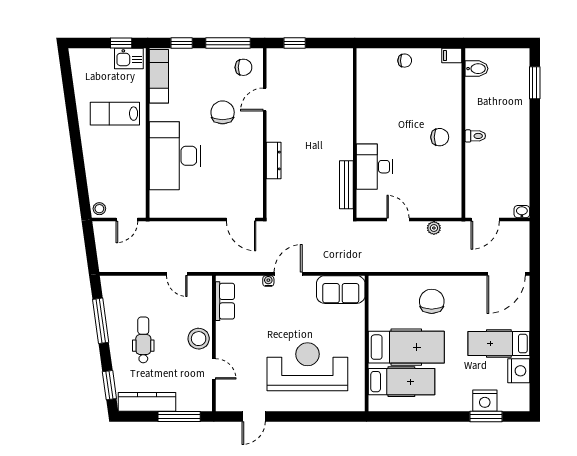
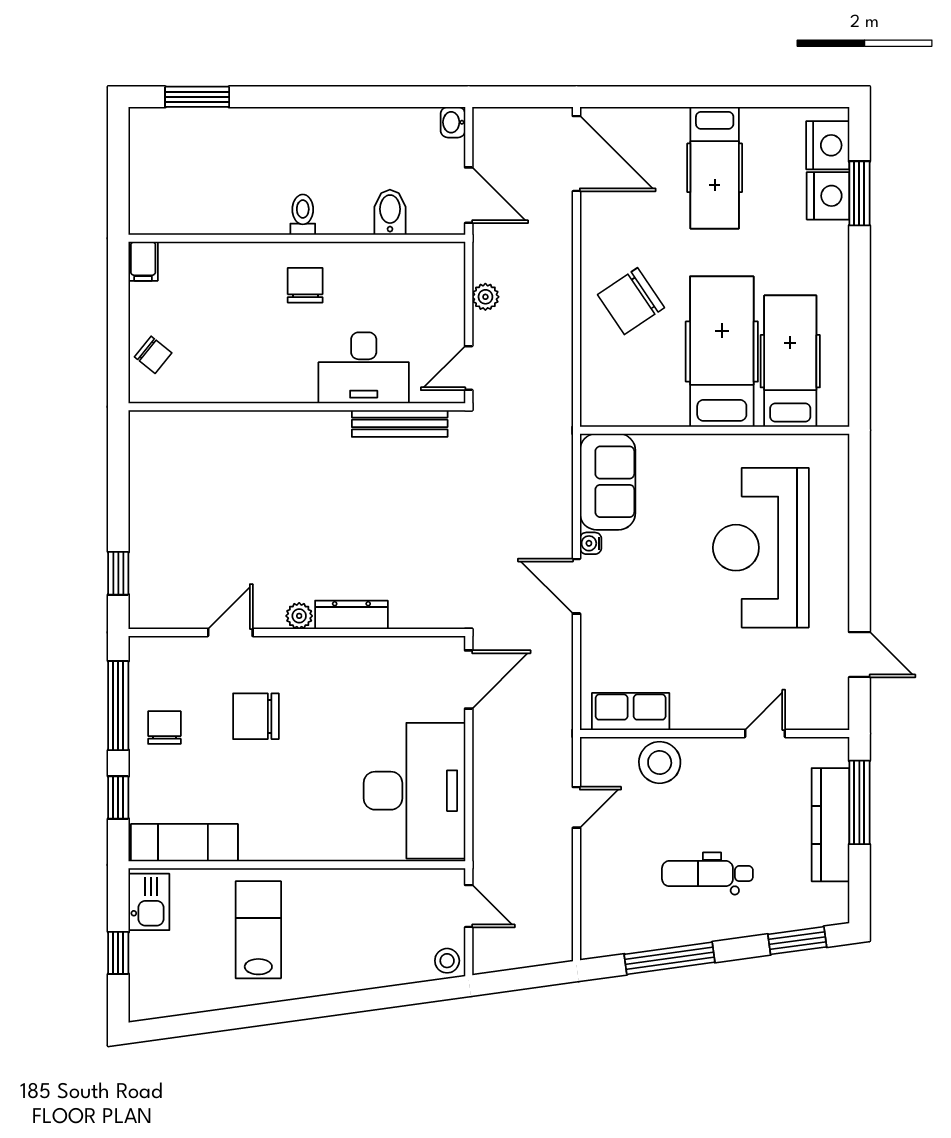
window: (121, 43) -> (118, 953), moved
chair: (405, 61) -> (153, 355), turned 129
chair: (243, 67) -> (164, 728), moved
bidet: (476, 69) -> (390, 212), moved
door: (265, 99) -> (230, 632), swing flipped
lab bench: (115, 114) -> (258, 930), turned 180
wall: (355, 133) -> (297, 407), moved
plant: (273, 134) -> (299, 616), added
desk: (175, 156) -> (414, 791), moved, turned -90
desk: (374, 167) -> (364, 368), moved
bench: (346, 185) -> (400, 423), moved
water cooler: (268, 281) -> (591, 543), moved
chair: (432, 301) -> (631, 301), turned -34
stool: (199, 339) -> (660, 762), moved
nightstand: (519, 371) -> (828, 145), moved, turned 90
kitchen counter: (147, 402) -> (830, 825), moved

